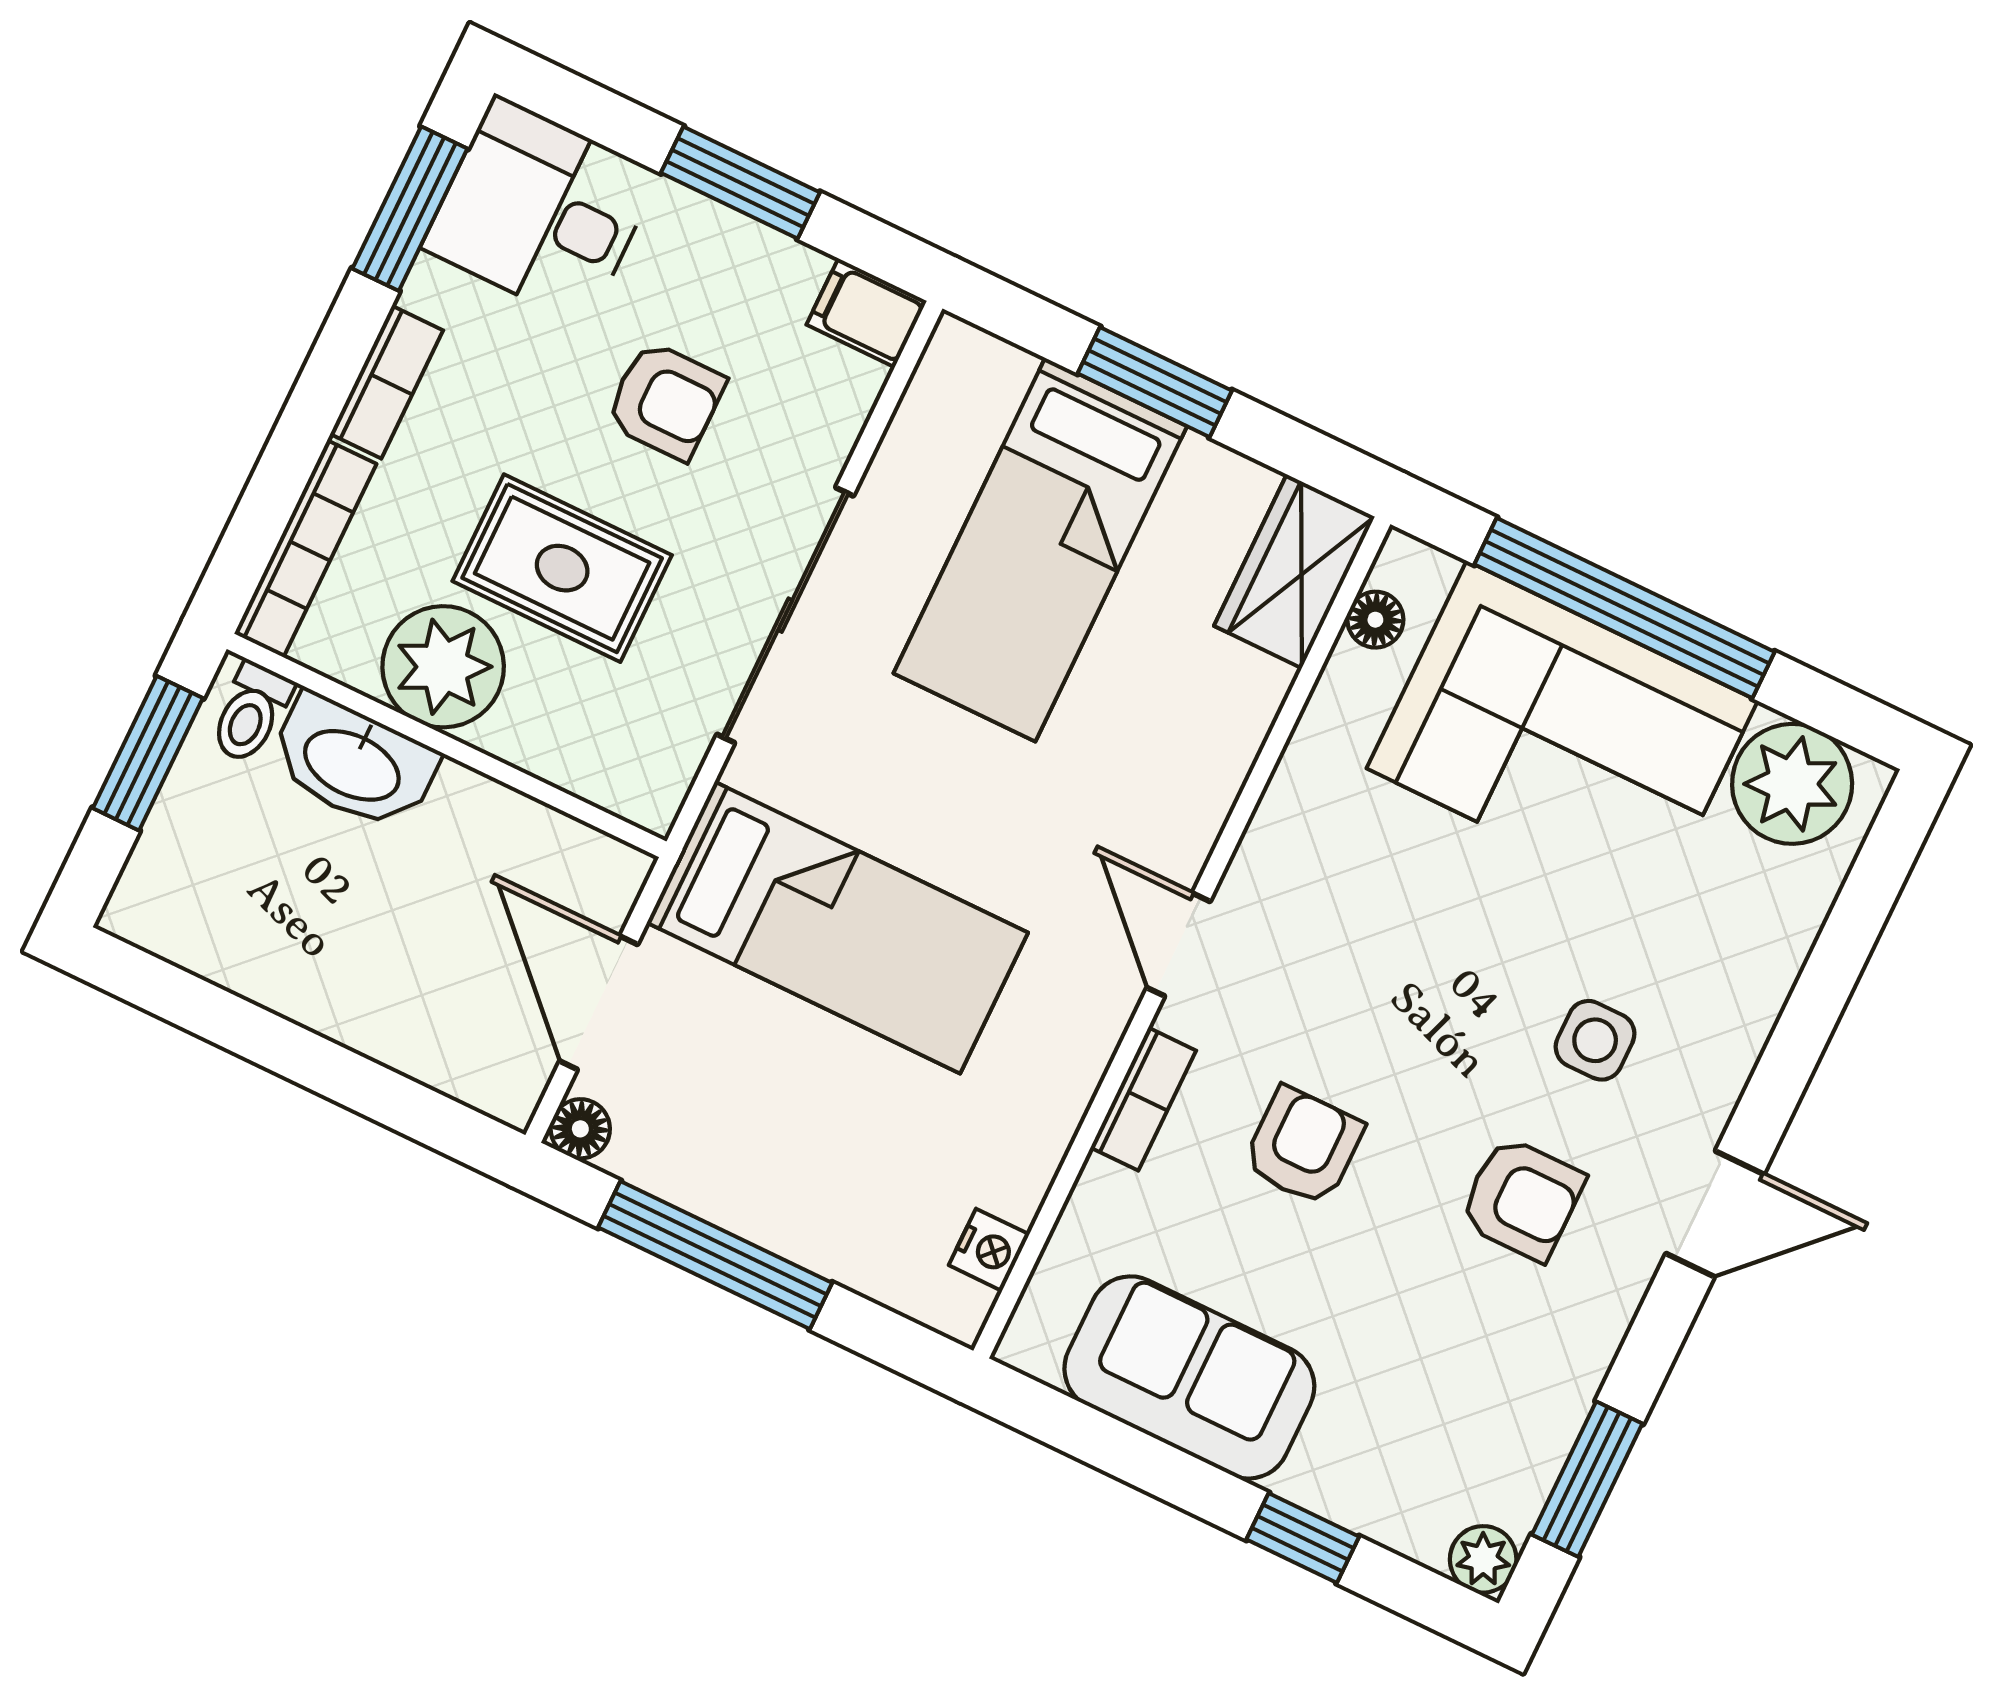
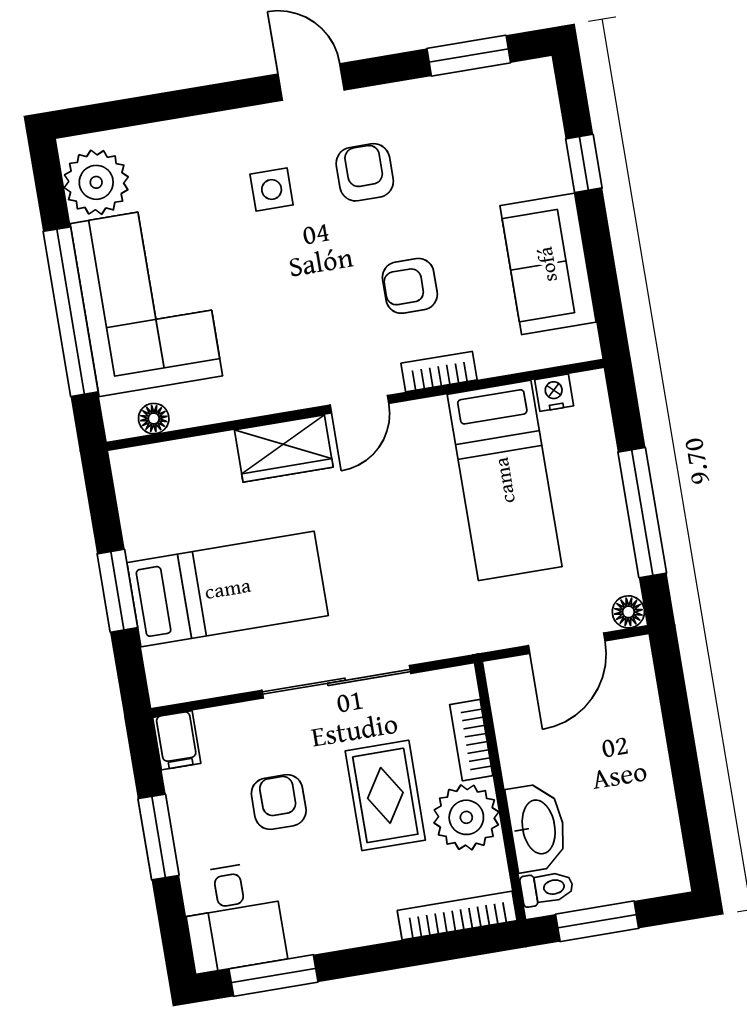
bookcase: (387, 382) -> (471, 740), moved, turned -90
wardrobe: (1294, 571) -> (284, 448), moved
bed: (837, 928) -> (505, 480), moved, turned 180
plant: (1483, 1559) -> (537, 77), removed

